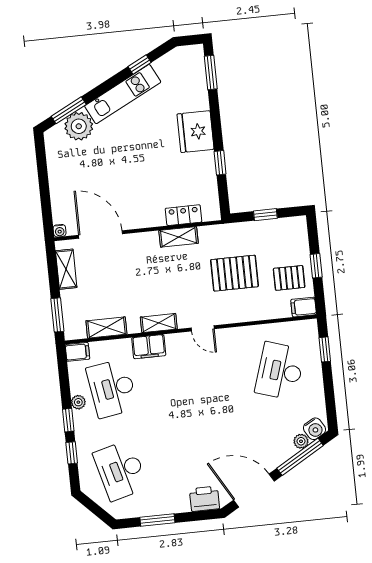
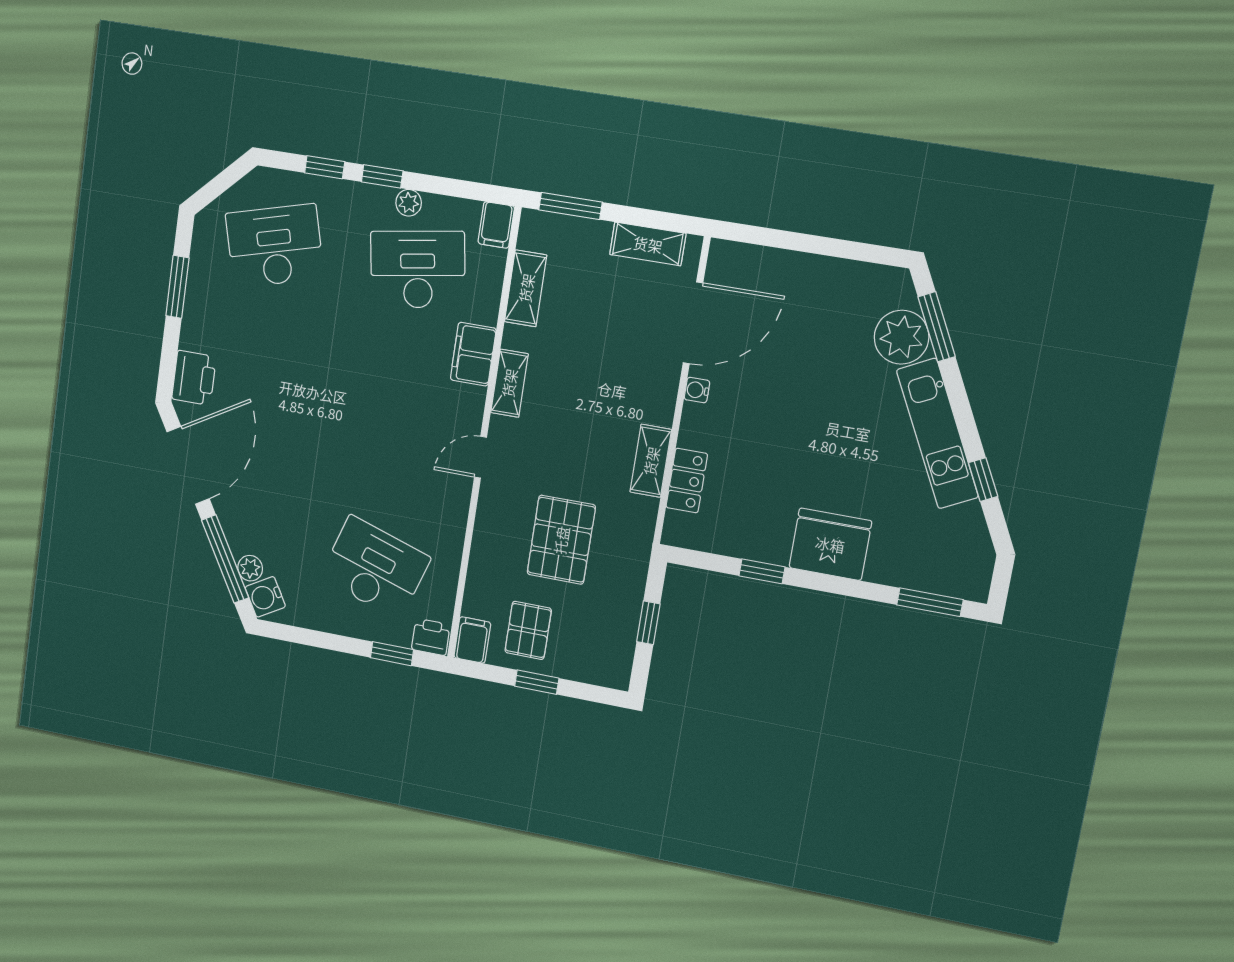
water cooler: (60, 231) -> (697, 390), moved
printer: (309, 330) -> (431, 637), added

